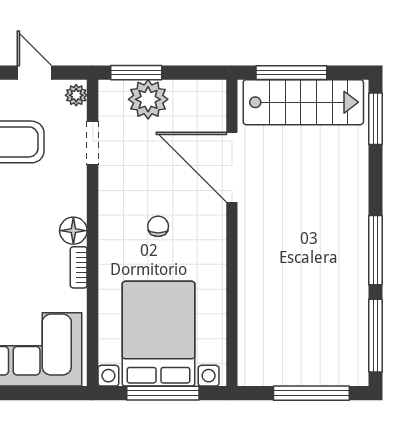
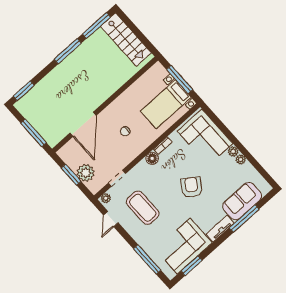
window: (136, 73) -> (71, 175), moved
stairs: (303, 102) -> (126, 40), moved, turned 180
bed with nightstands: (158, 334) -> (166, 104), width x0.73
window: (311, 393) -> (135, 30), removed

